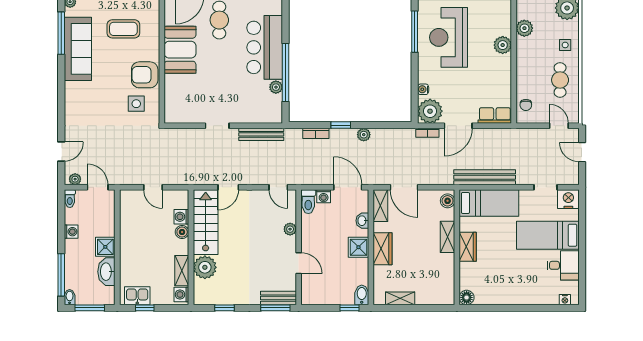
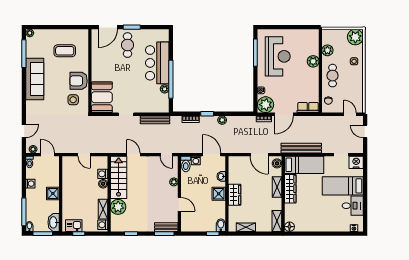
reception desk: (449, 37) -> (278, 56), turned 180
sofa: (78, 49) -> (35, 79), moved
booth: (180, 50) -> (102, 97), moved
cafe table: (560, 80) -> (333, 76), moved
door: (228, 187) -> (133, 155), swing flipped
door: (404, 187) -> (259, 155), moved
shelving: (380, 206) -> (277, 221), moved
wardrobe: (468, 247) -> (290, 189), width x1.50
washbasin: (106, 272) -> (54, 222), moved

